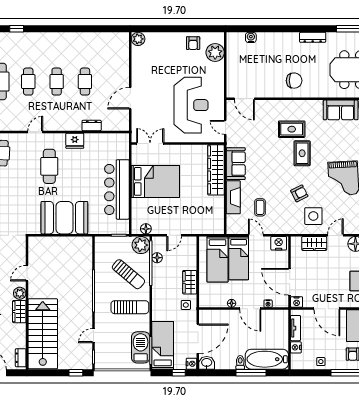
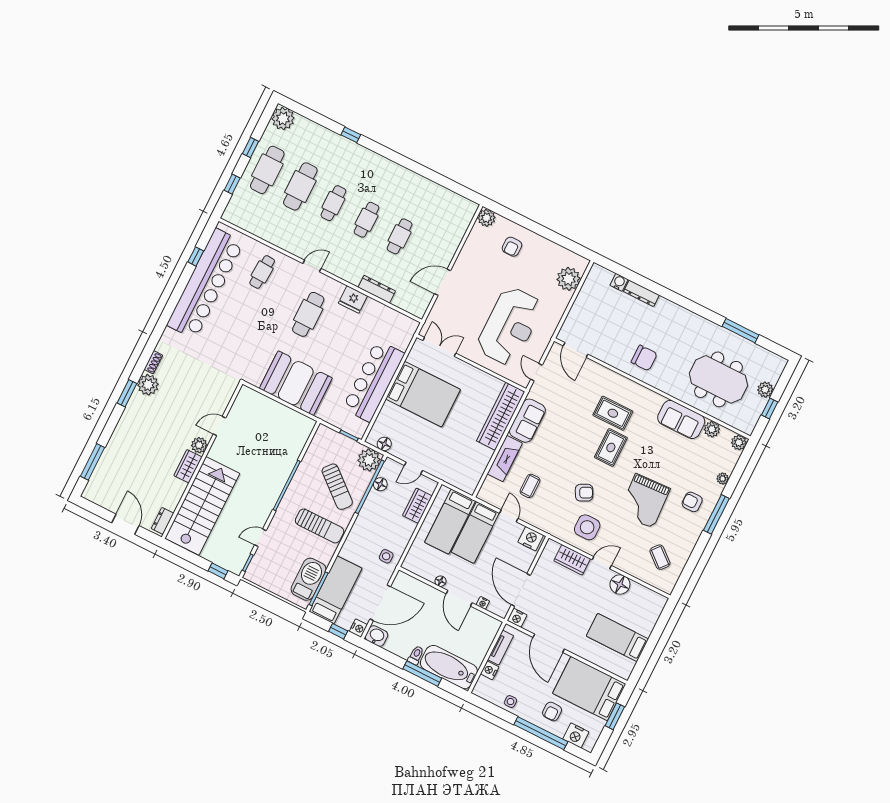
dresser: (313, 37) -> (641, 293), moved
armchair: (193, 43) -> (512, 247), moved
dresser: (92, 126) -> (377, 289), width x1.44
wardrobe: (190, 282) -> (417, 506), moved

